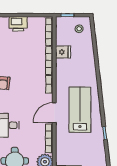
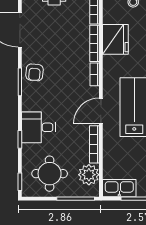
fridge: (63, 52) -> (115, 39), width x1.88, depth x1.34

